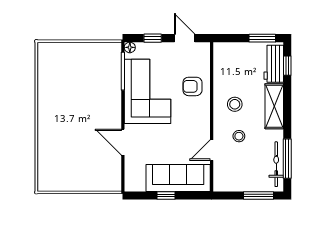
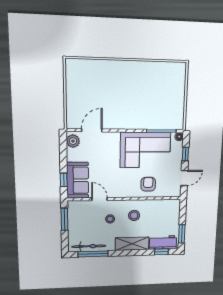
door: (123, 142) -> (92, 130), moved
sofa: (178, 178) -> (78, 180), width x0.73
plant: (137, 183) -> (73, 141), added
window: (166, 195) -> (64, 180), moved
window: (259, 195) -> (64, 219), moved

